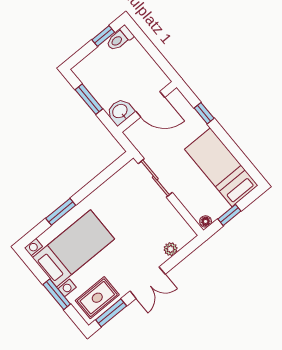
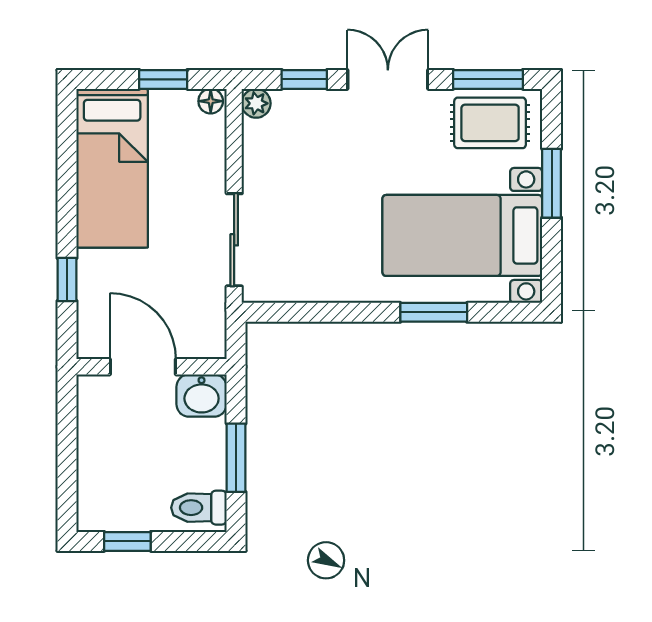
toilet: (120, 39) -> (199, 508), moved, turned 180
plant: (171, 249) -> (256, 103), moved
window: (178, 258) -> (304, 79), added

